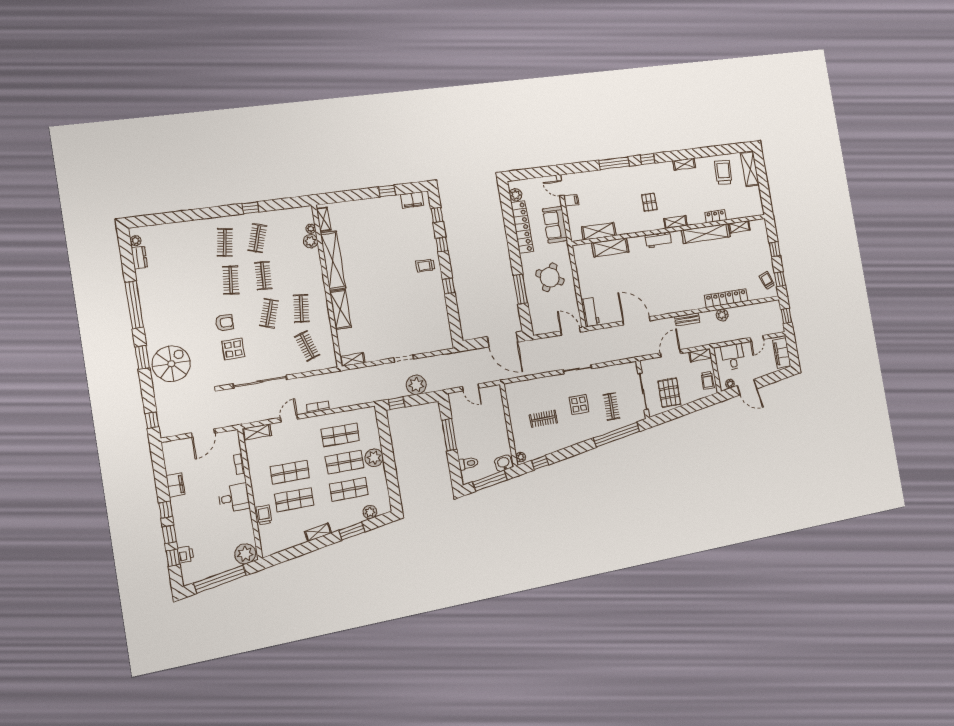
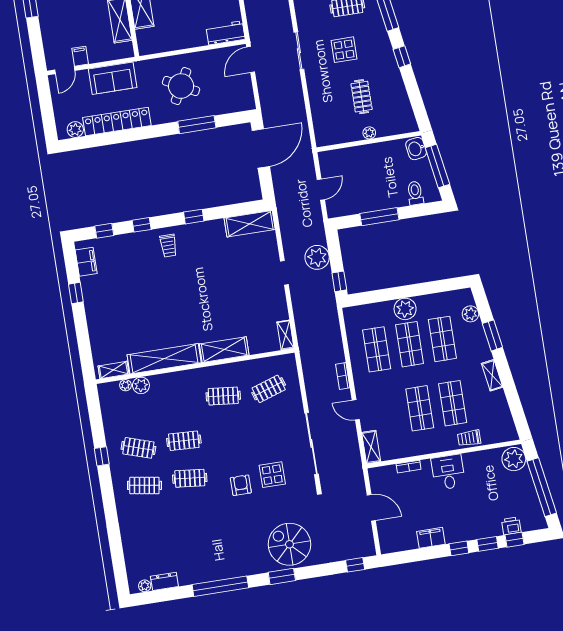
clothes rail: (269, 313) -> (229, 434), removed
shelving: (443, 330) -> (250, 224), added
plant: (521, 457) -> (369, 133), moved
window: (540, 463) -> (402, 57), moved

